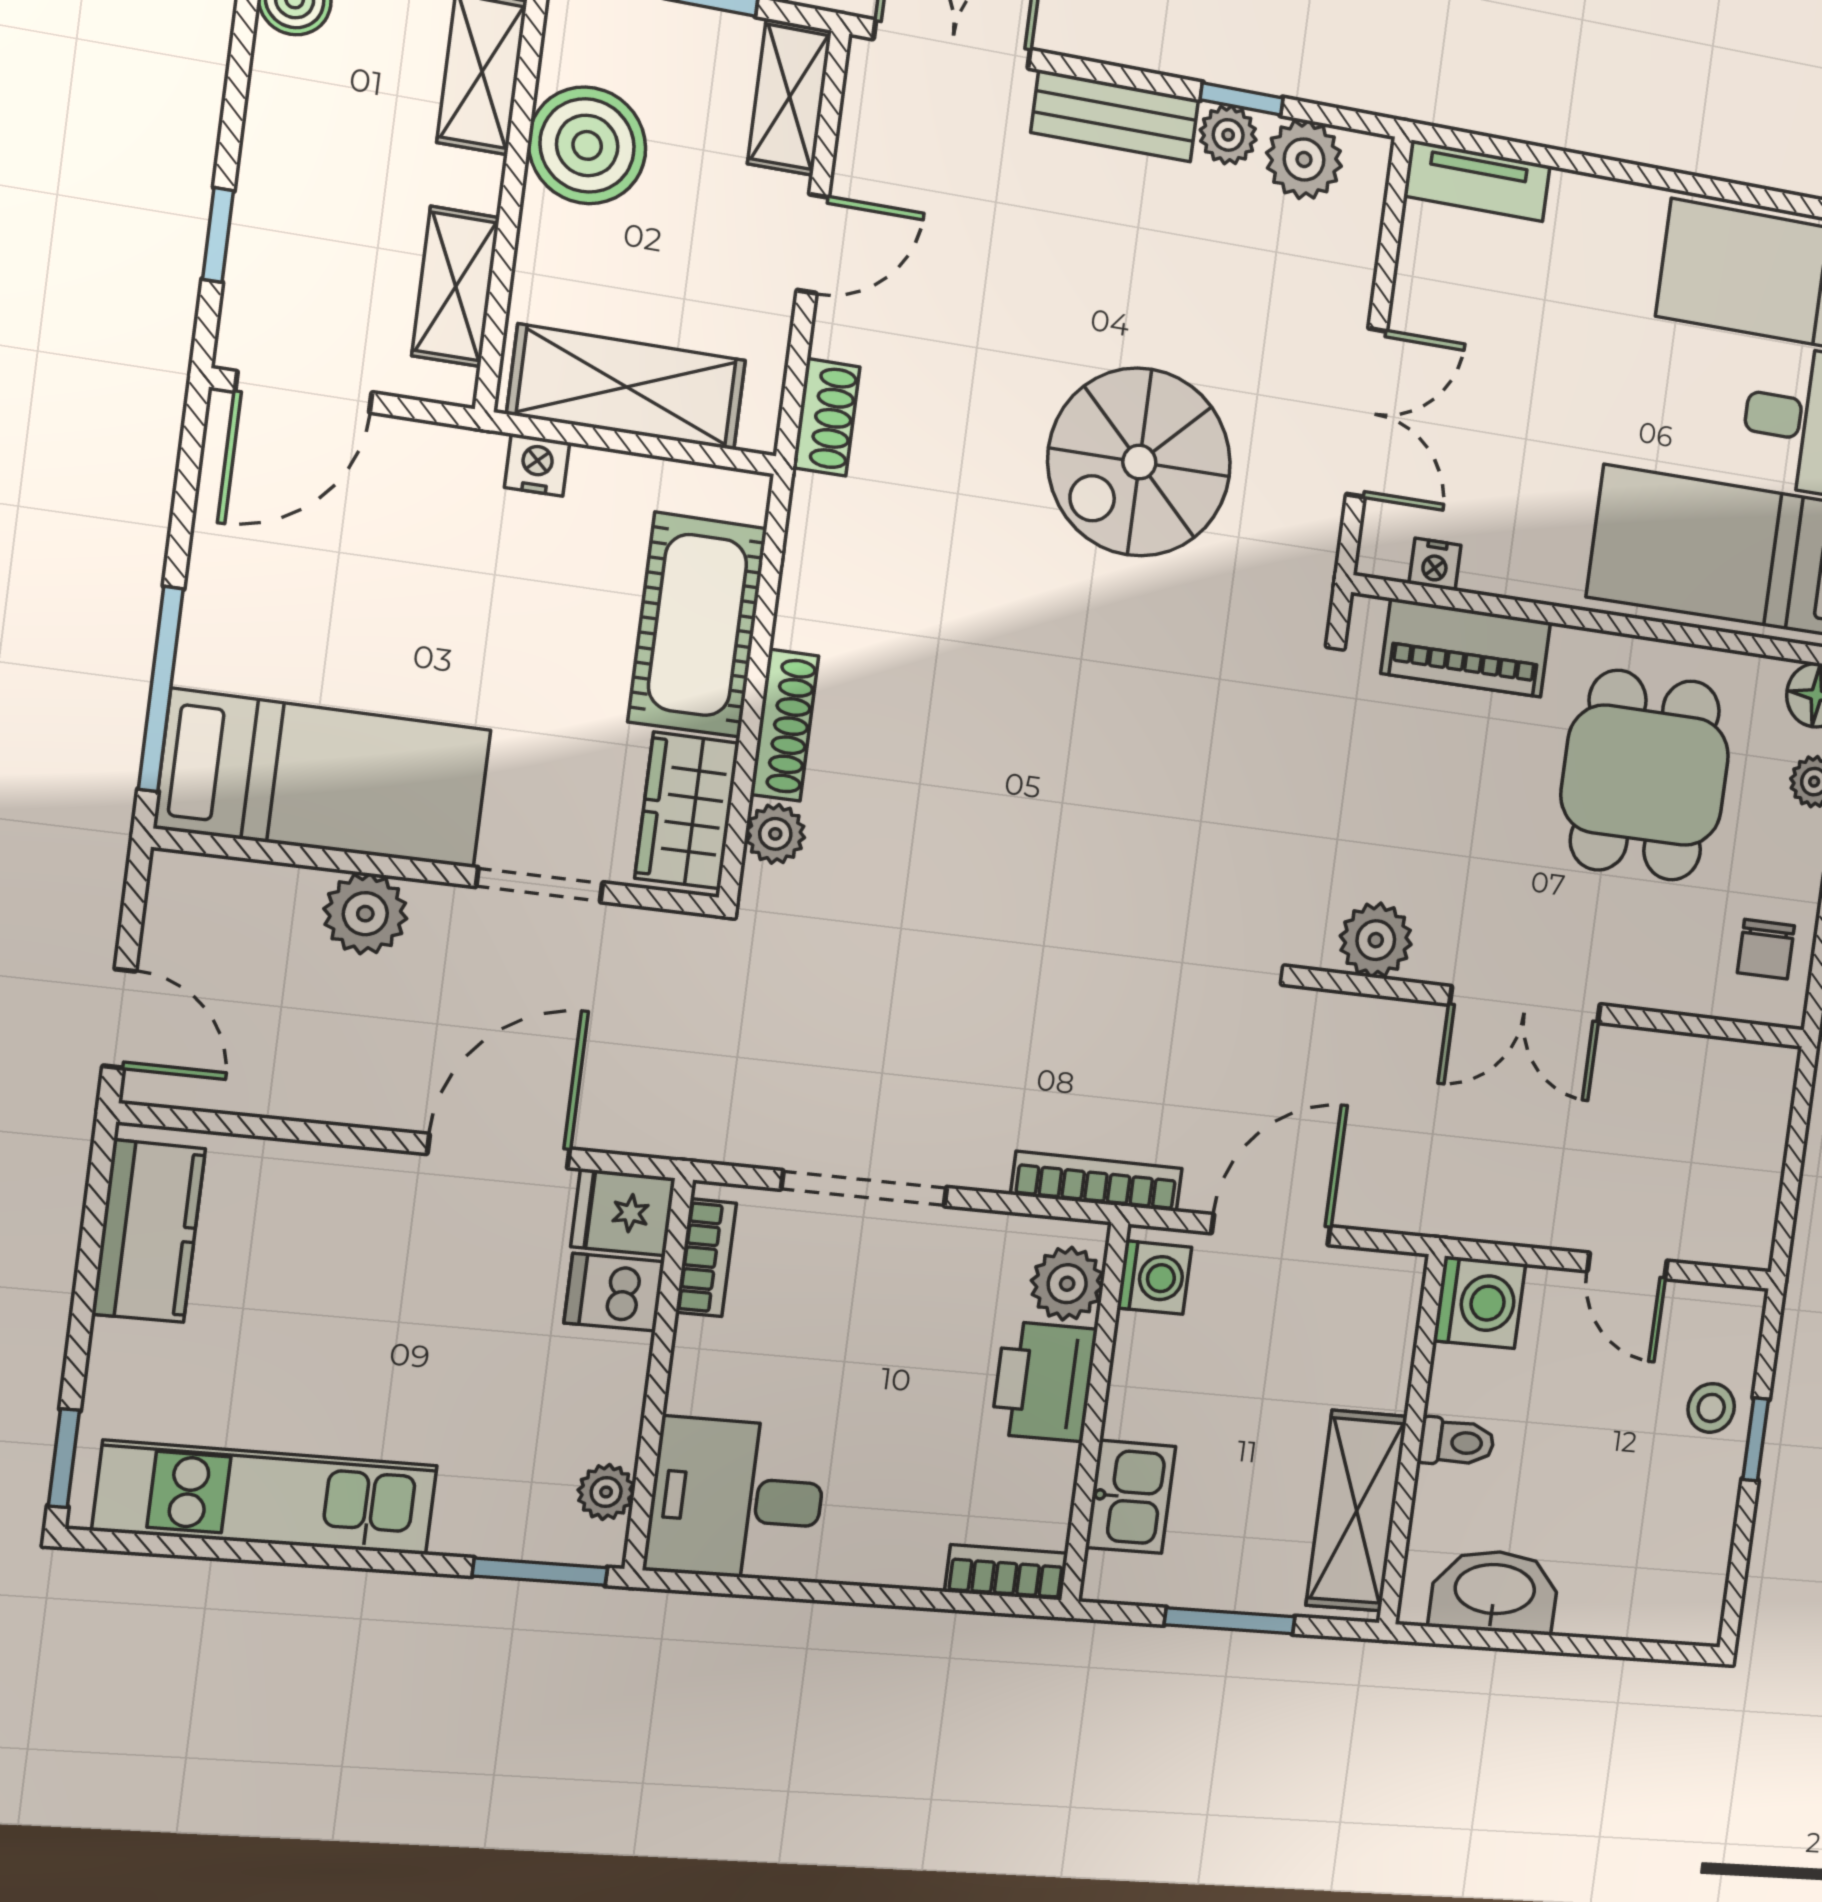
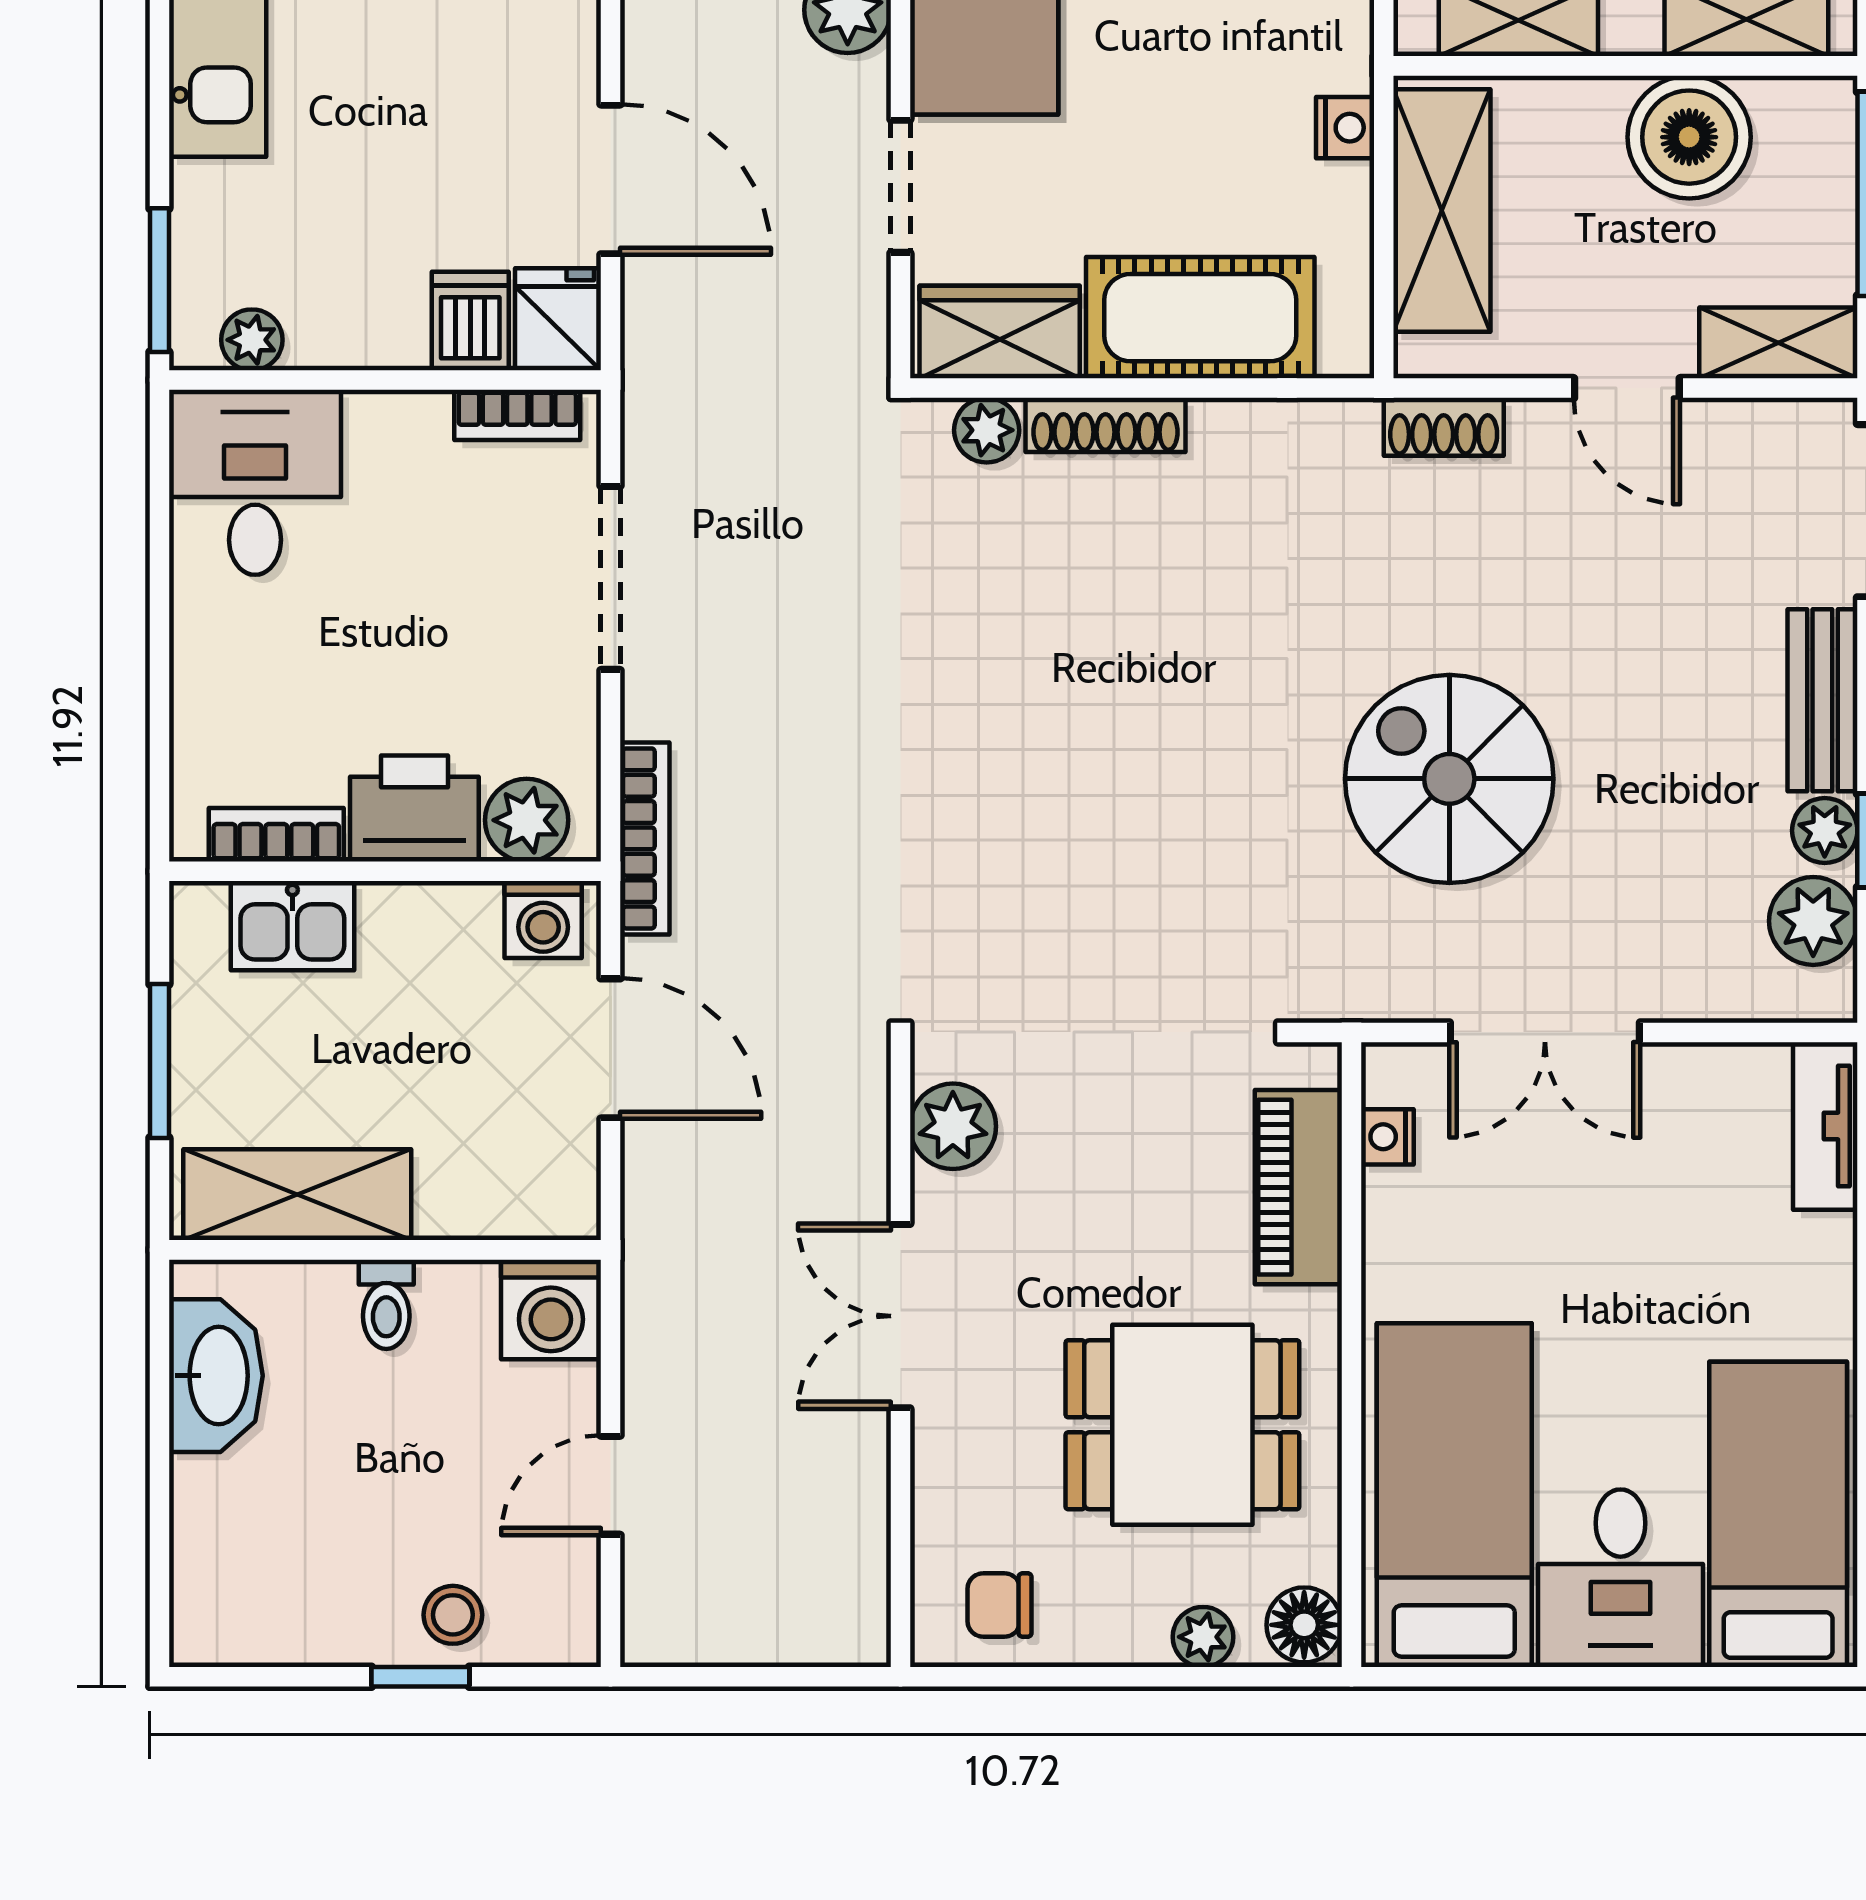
bookcase: (1006, 1572) -> (276, 835), moved, turned -90

